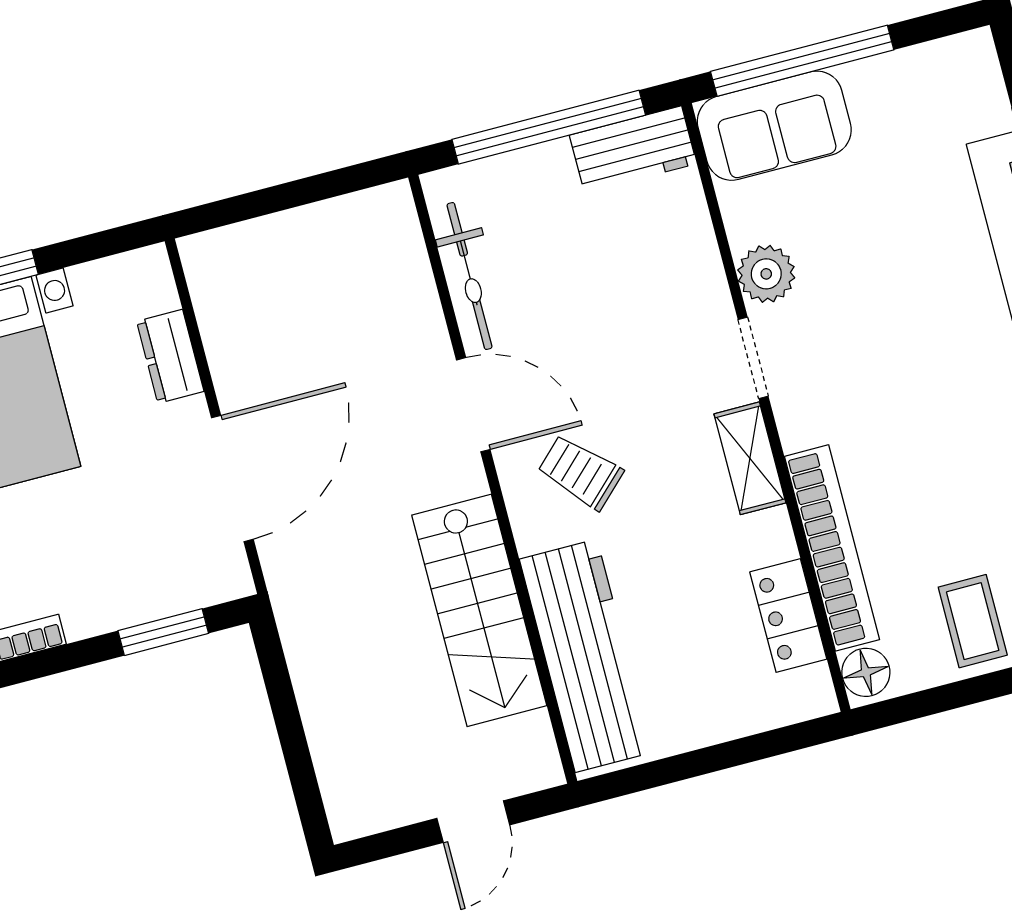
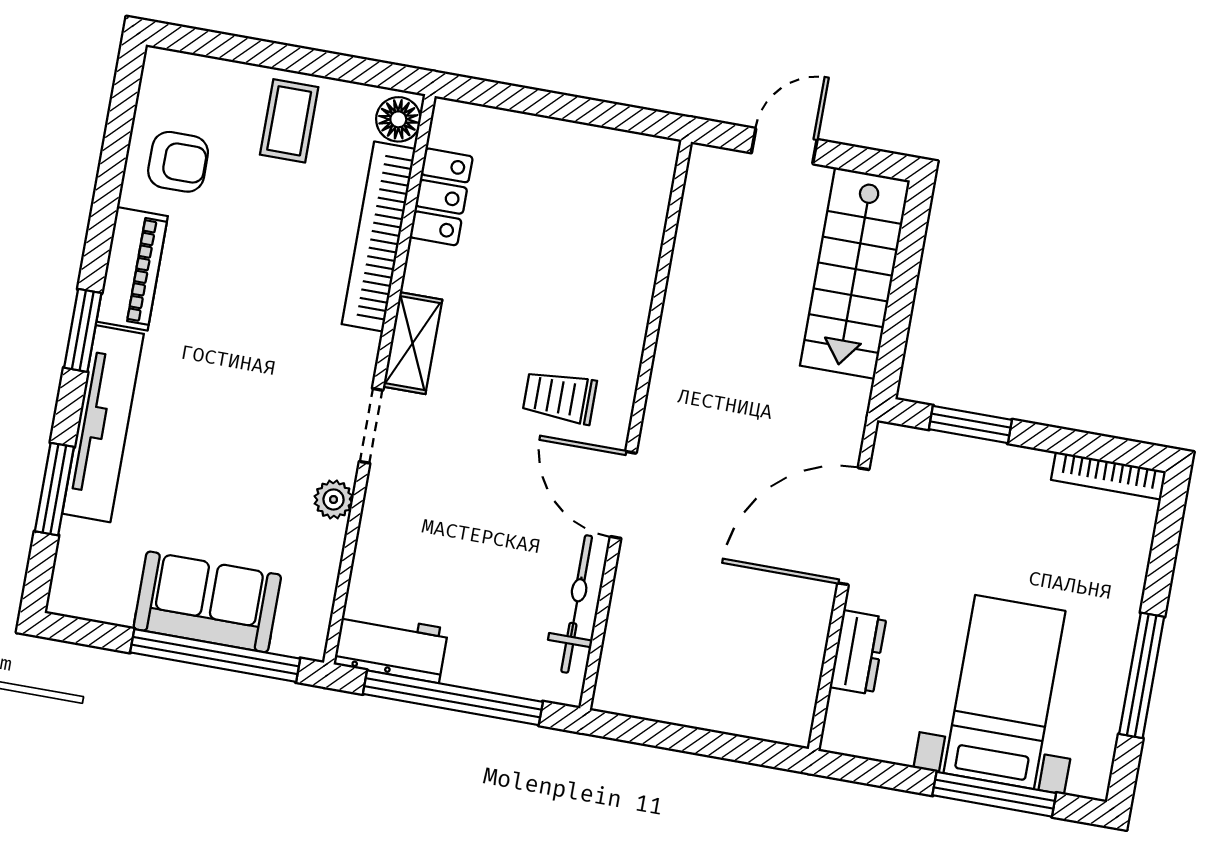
sofa: (774, 126) -> (207, 602), moved
plant: (766, 274) -> (334, 499), width x0.73, depth x0.73
trolley: (580, 472) -> (560, 397), turned 134
stairs: (479, 610) -> (855, 273), moved, turned 180
workbench: (586, 656) -> (626, 241), removed

